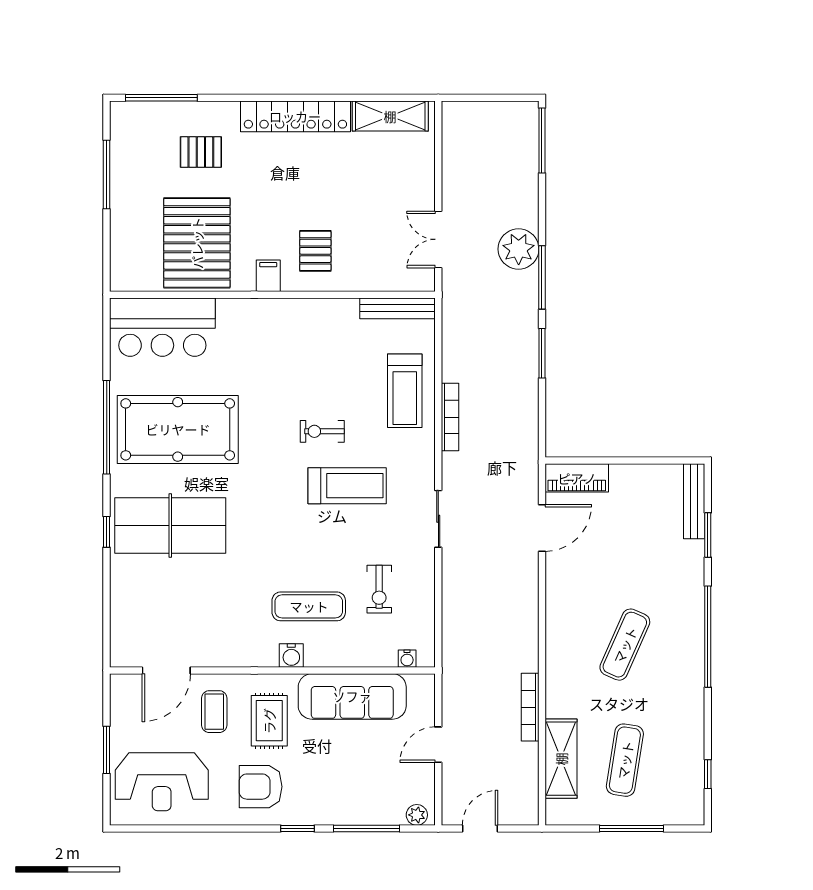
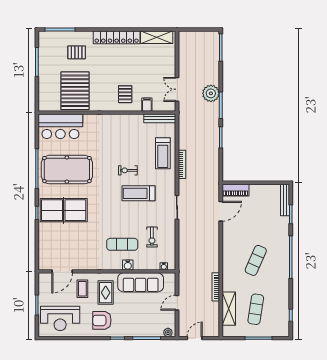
filing cabinet: (268, 276) -> (147, 105), moved
treadmill: (347, 486) -> (138, 193), turned 180
water cooler: (291, 655) -> (128, 265), moved

